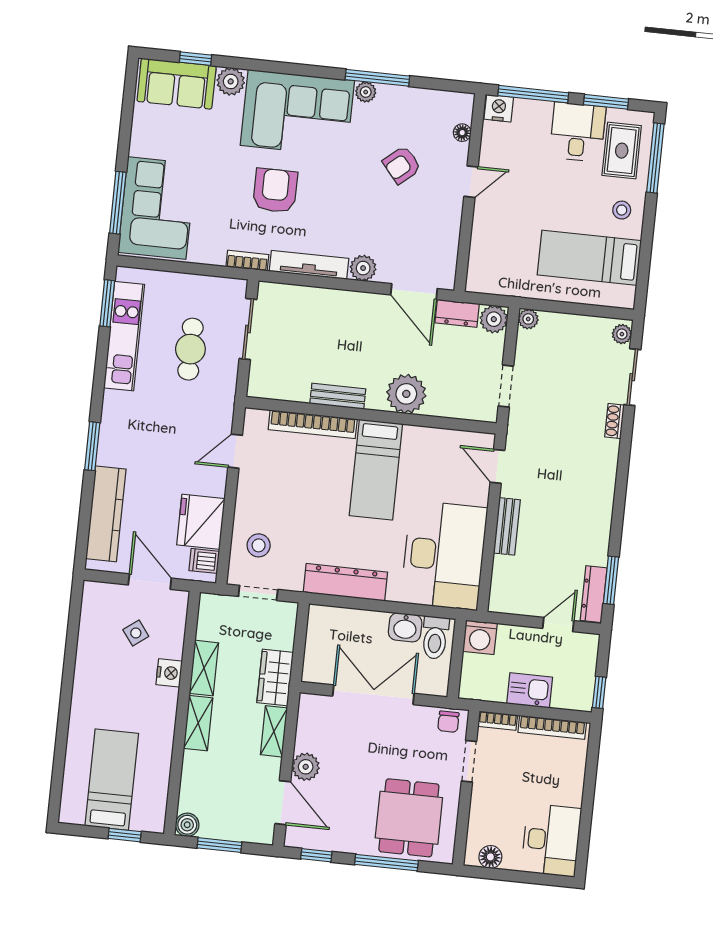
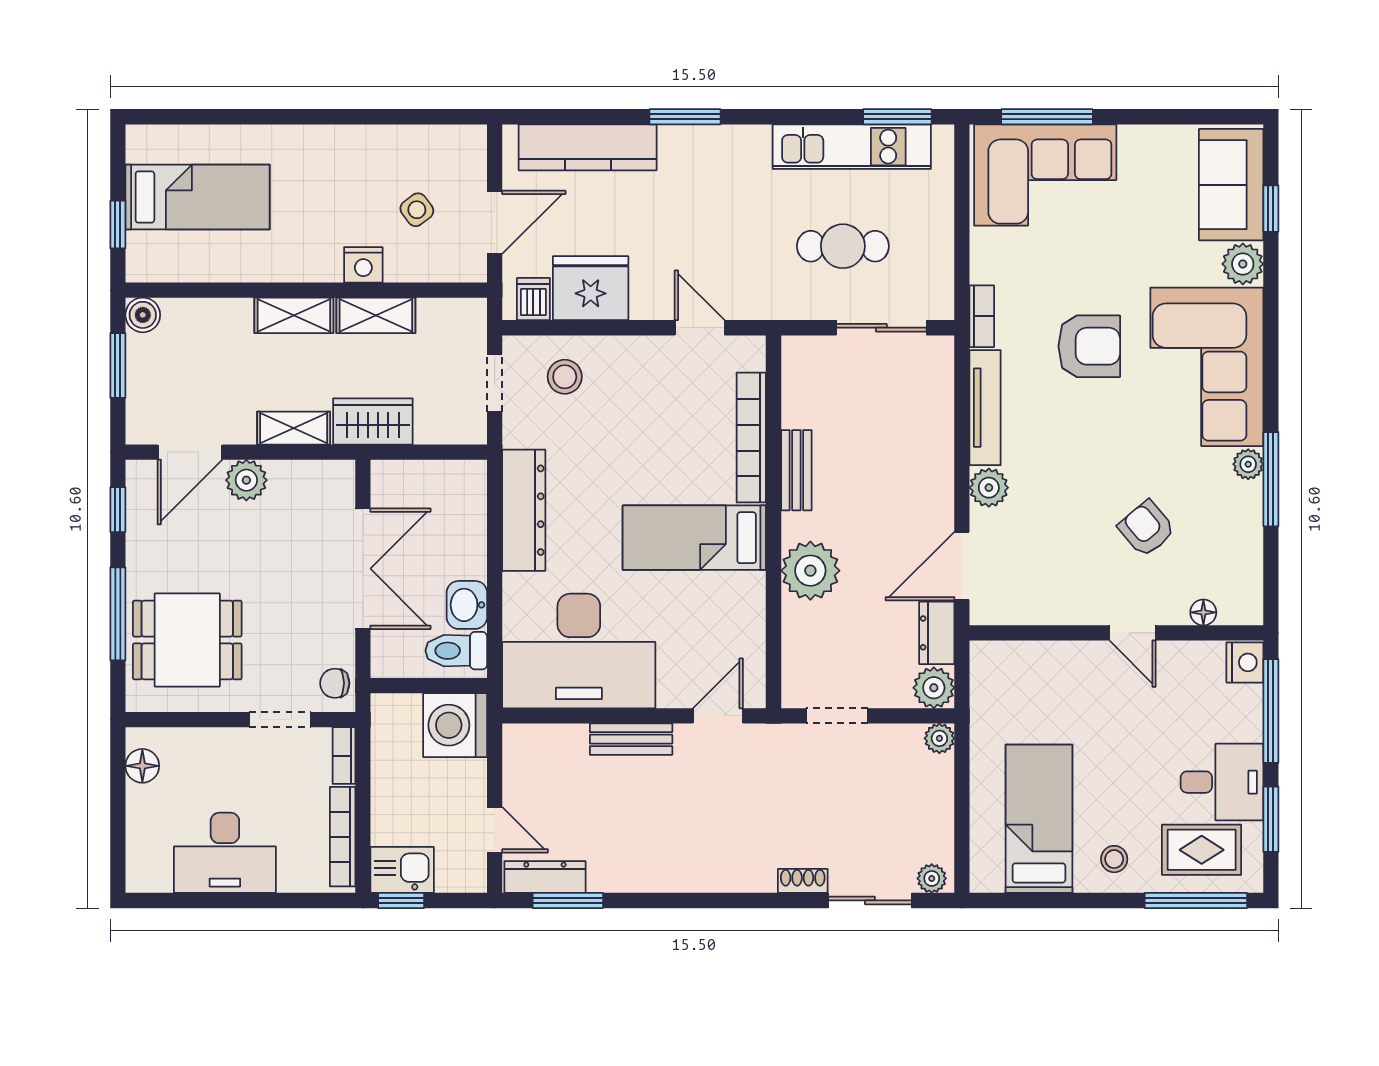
washing machine: (480, 637) -> (455, 725), width x1.37, depth x1.37
kitchen sink: (530, 690) -> (402, 870), moved, turned -90
desk: (551, 840) -> (225, 853), moved

